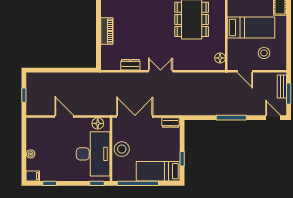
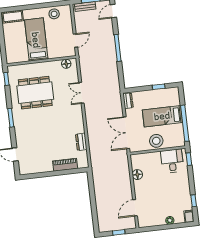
piano: (107, 31) -> (65, 165), moved
stool: (264, 53) -> (54, 14), moved
double door: (160, 71) -> (81, 93), moved
door: (64, 117) -> (135, 208), moved
floor lamp: (98, 123) -> (137, 175), moved
desk: (93, 154) -> (172, 161), width x0.53, depth x0.77
bed: (158, 171) -> (162, 116), moved, turned 90

